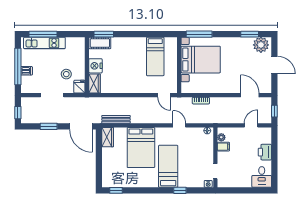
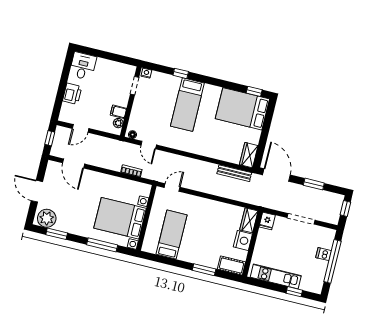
window: (43, 34) -> (294, 292), width x0.46
window: (104, 34) -> (204, 270), moved
window: (199, 34) -> (102, 245), moved
kitchen unit: (44, 43) -> (276, 276), moved
stool: (66, 74) -> (279, 239), removed
door: (164, 95) -> (172, 187), hinge flipped
door: (179, 125) -> (149, 145), moved
bed: (141, 148) -> (242, 109), moved, turned -90

